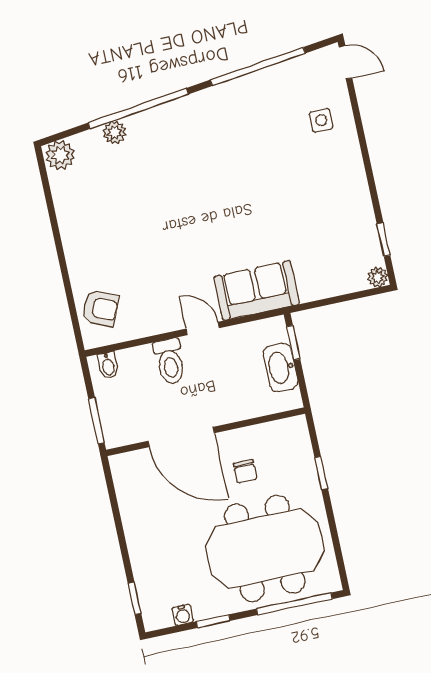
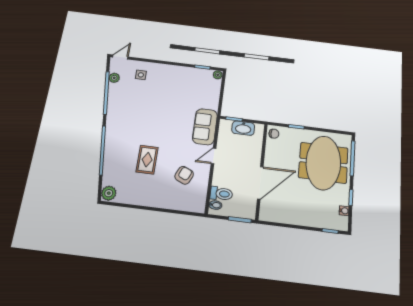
plant: (115, 133) -> (114, 78), moved
rug: (150, 202) -> (147, 160), added
armchair: (100, 308) -> (184, 175), moved
toilet: (170, 361) -> (221, 194), moved
chair: (245, 471) -> (274, 134), moved

